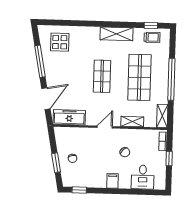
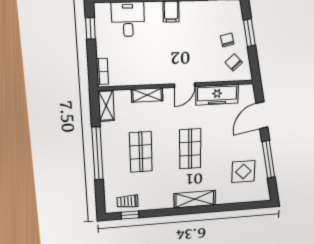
shelving: (117, 34) -> (195, 199), moved
display table: (60, 42) -> (243, 172), moved
shop shelf: (139, 77) -> (141, 152), width x0.70, depth x0.74
freezer: (69, 117) -> (217, 95), moved
chair: (125, 152) -> (234, 62), moved
window: (169, 159) -> (90, 28), moved

